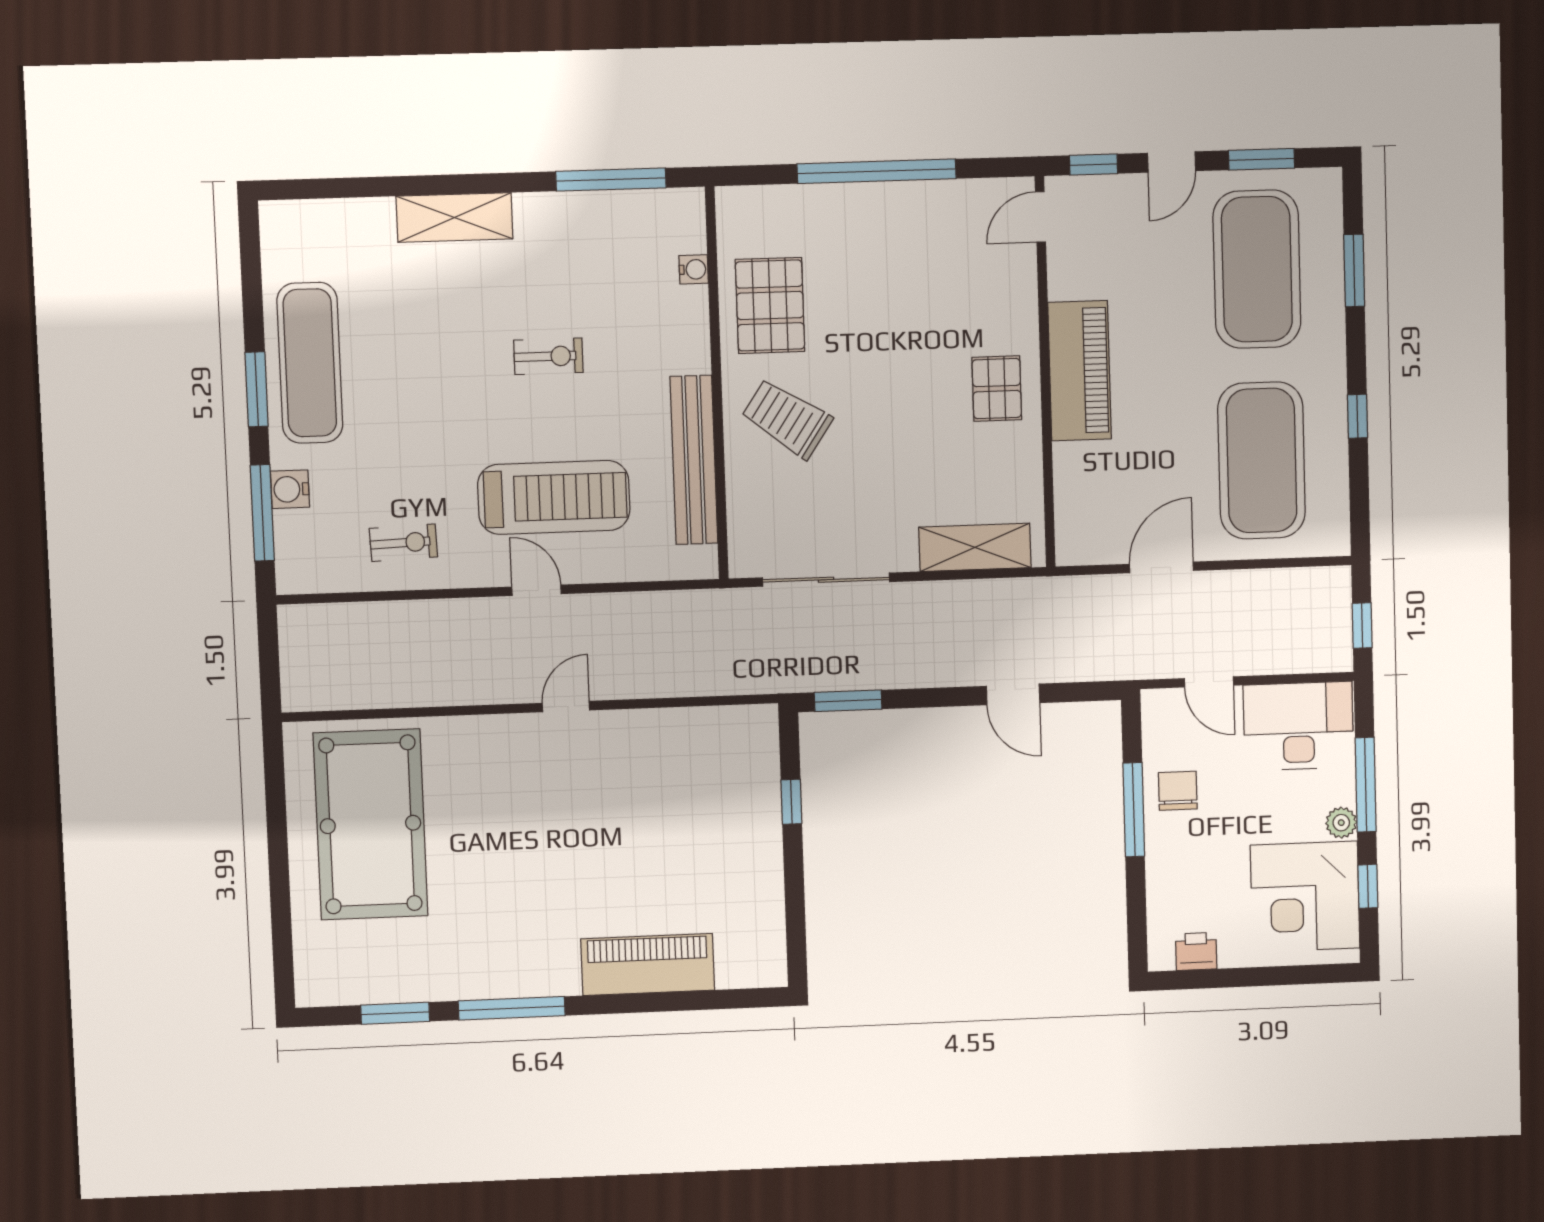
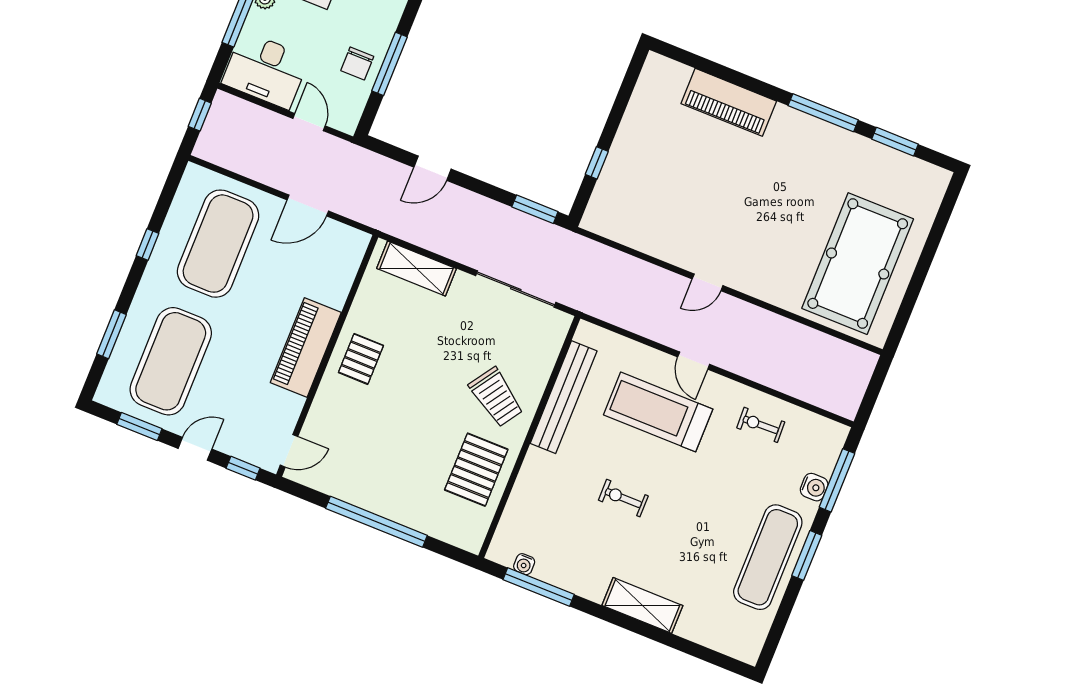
water cooler: (694, 269) -> (524, 564), moved, turned -90
door: (1013, 694) -> (433, 168), swing flipped

